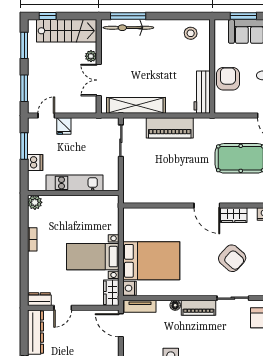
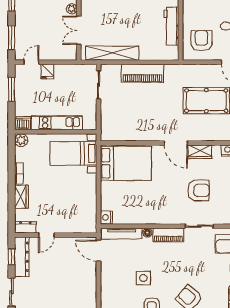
armchair: (228, 79) -> (201, 41), moved
workbench: (202, 92) -> (172, 26), moved
dishwasher: (35, 162) -> (23, 123), moved, turned -90
bed with nightstands: (93, 257) -> (73, 153), moved
armchair: (232, 258) -> (199, 190), turned -42
bed: (151, 261) -> (126, 163), moved
wardrobe: (111, 293) -> (21, 197), moved, turned 180
tv unit: (140, 306) -> (122, 234), width x1.41
window: (24, 332) -> (12, 257), added

